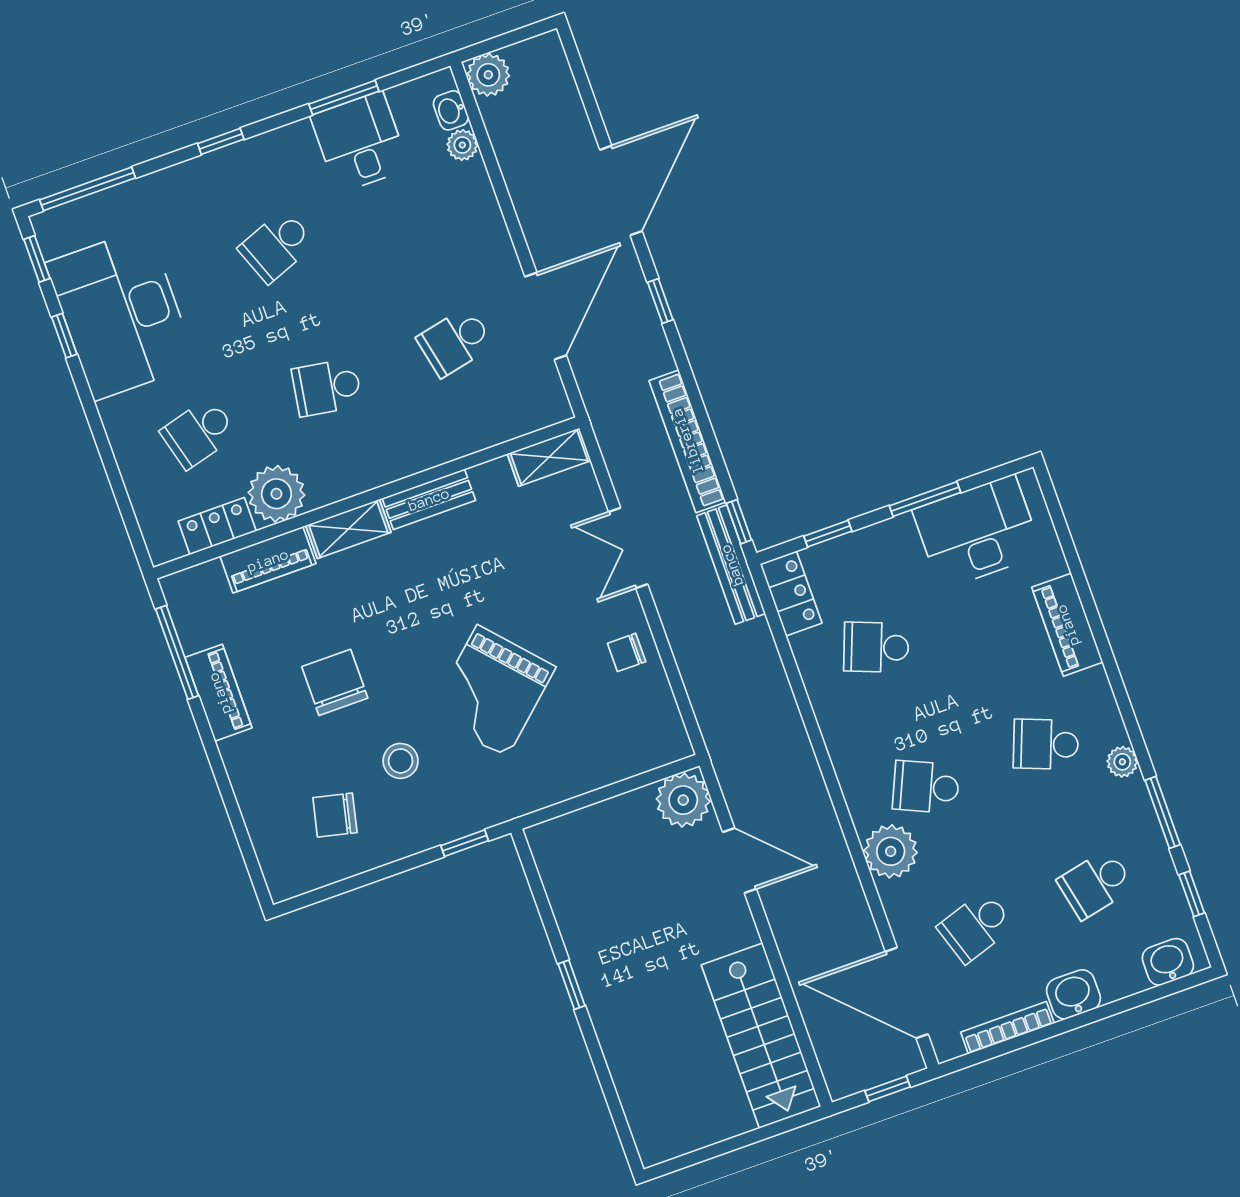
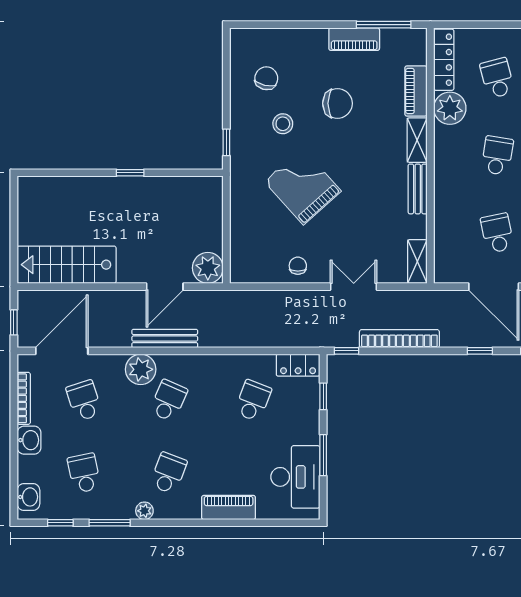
locker: (217, 526) -> (444, 60), width x1.53
bench: (731, 565) -> (165, 339), moved

